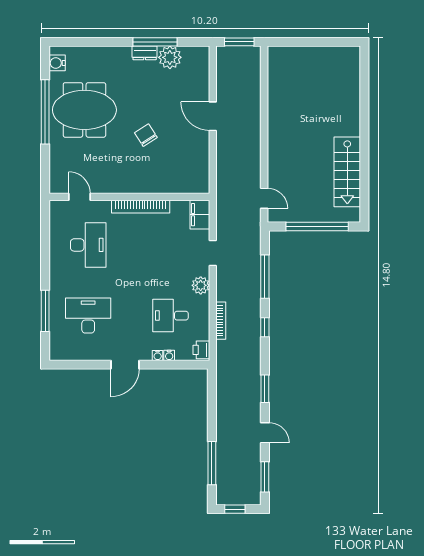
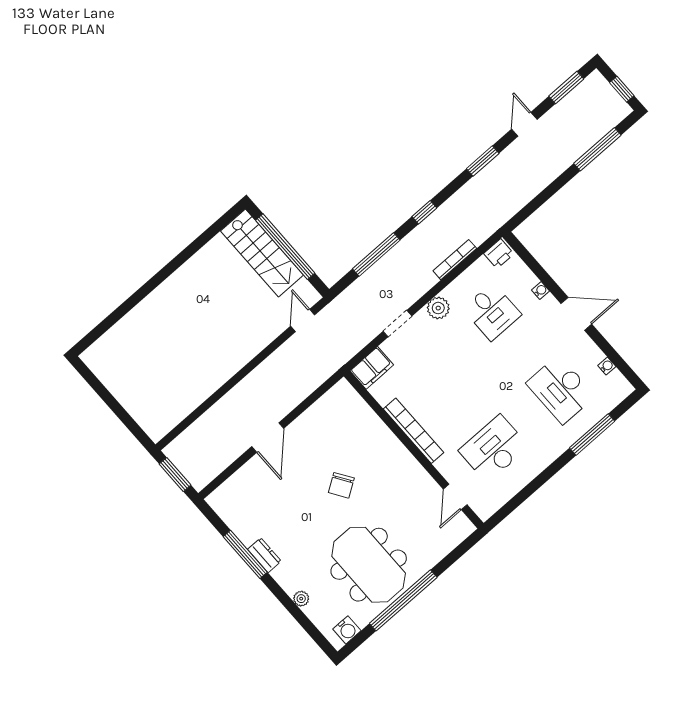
plant: (170, 57) -> (301, 599), moved, width x0.53, depth x0.53
stairs: (347, 172) -> (262, 253), moved, turned 90
water cooler: (169, 355) -> (607, 366), moved

